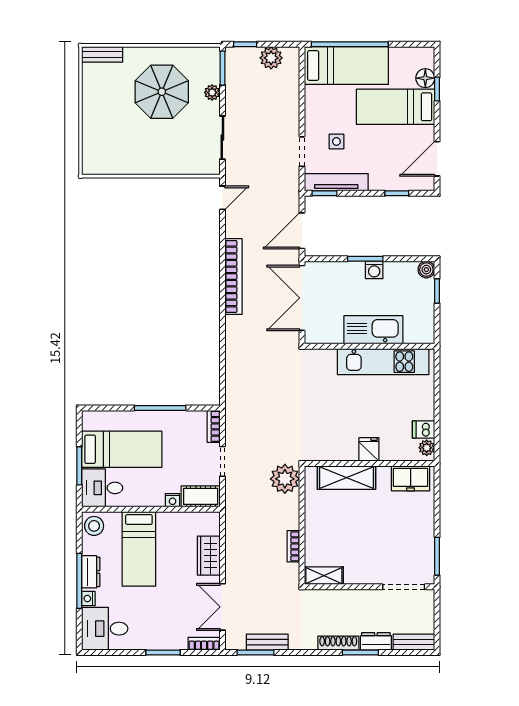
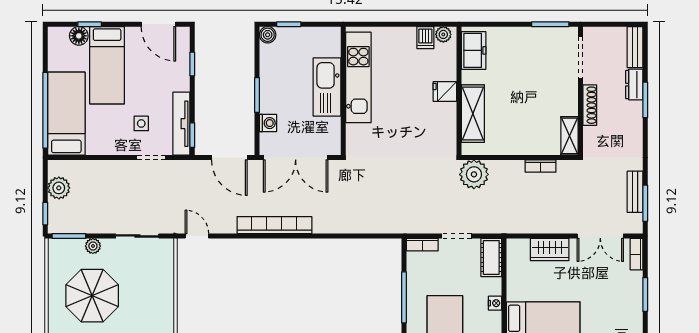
washing machine: (374, 270) -> (268, 123), moved
nightstand: (173, 500) -> (495, 303), moved
shoe rack: (338, 643) -> (590, 105), moved, turned 180

